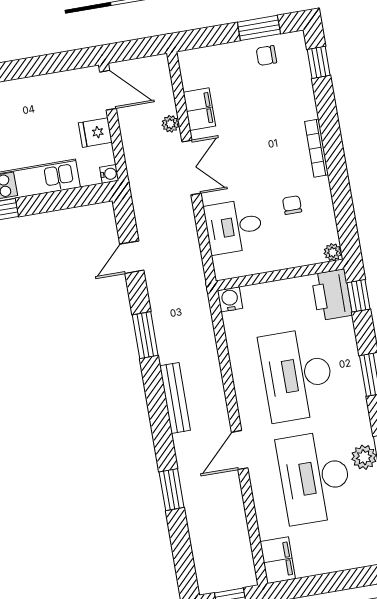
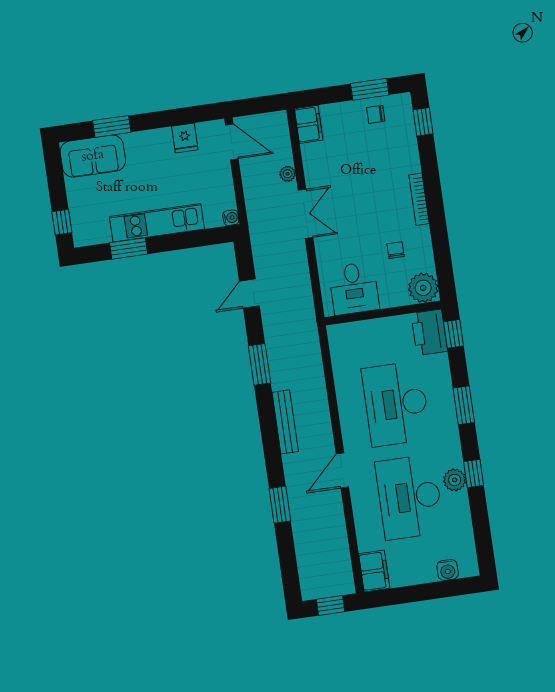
filing cabinet: (199, 109) -> (309, 124), moved
fridge: (95, 133) -> (185, 138), moved, turned -90
desk: (234, 227) -> (354, 288), moved, turned -90
plant: (333, 252) -> (423, 288), width x1.88, depth x1.88
water cooler: (230, 299) -> (448, 570), moved, turned 180

